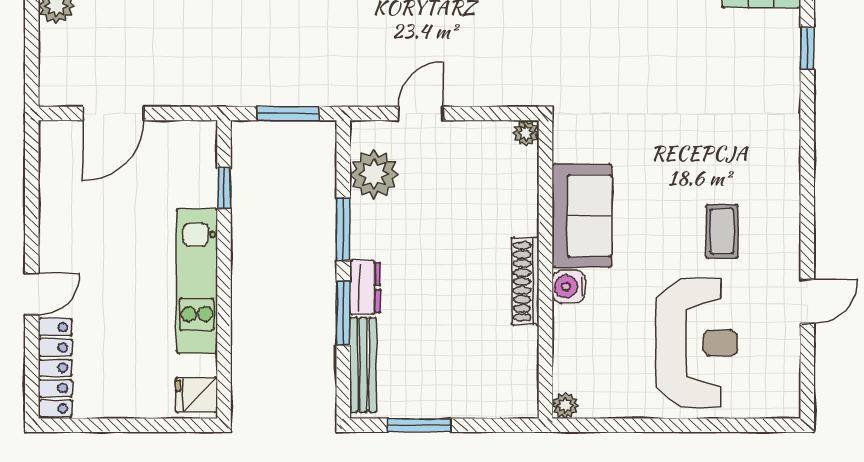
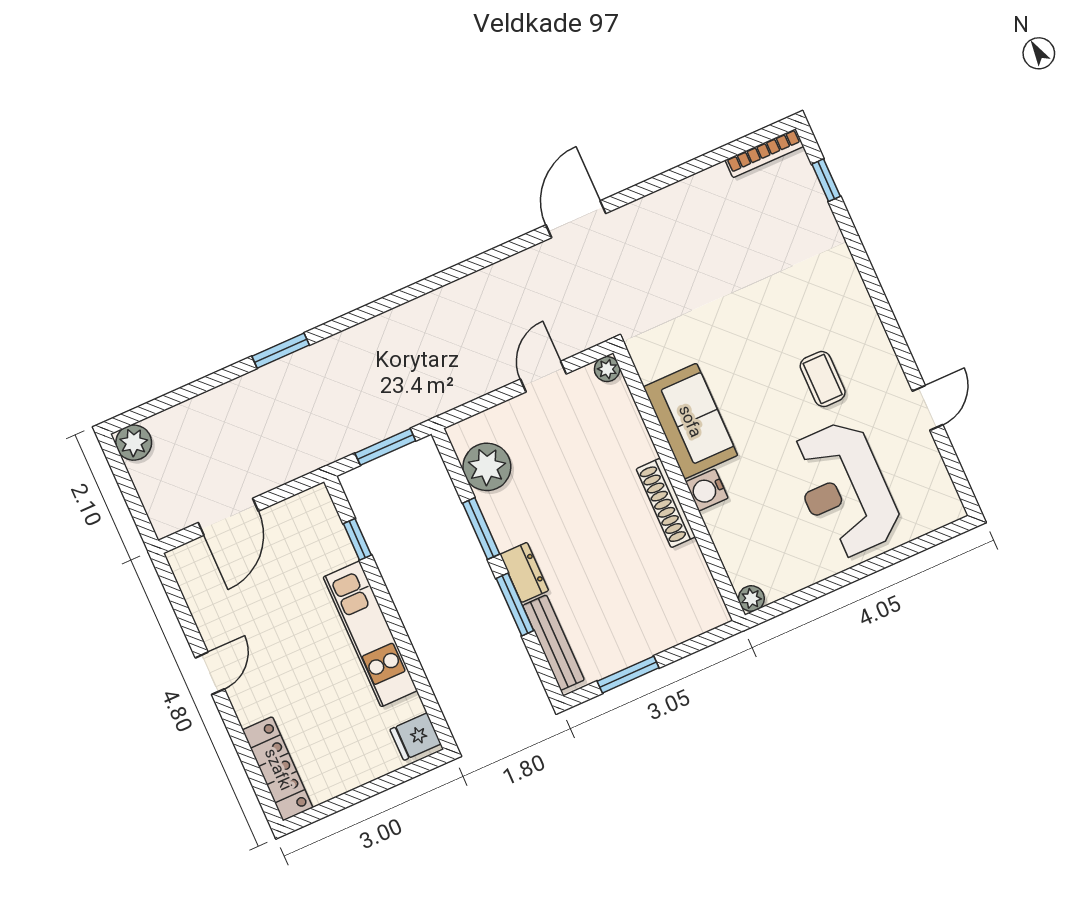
door: (421, 114) -> (543, 377), moved
door: (32, 294) -> (210, 673), moved
reception desk: (696, 343) -> (844, 490), turned 180

